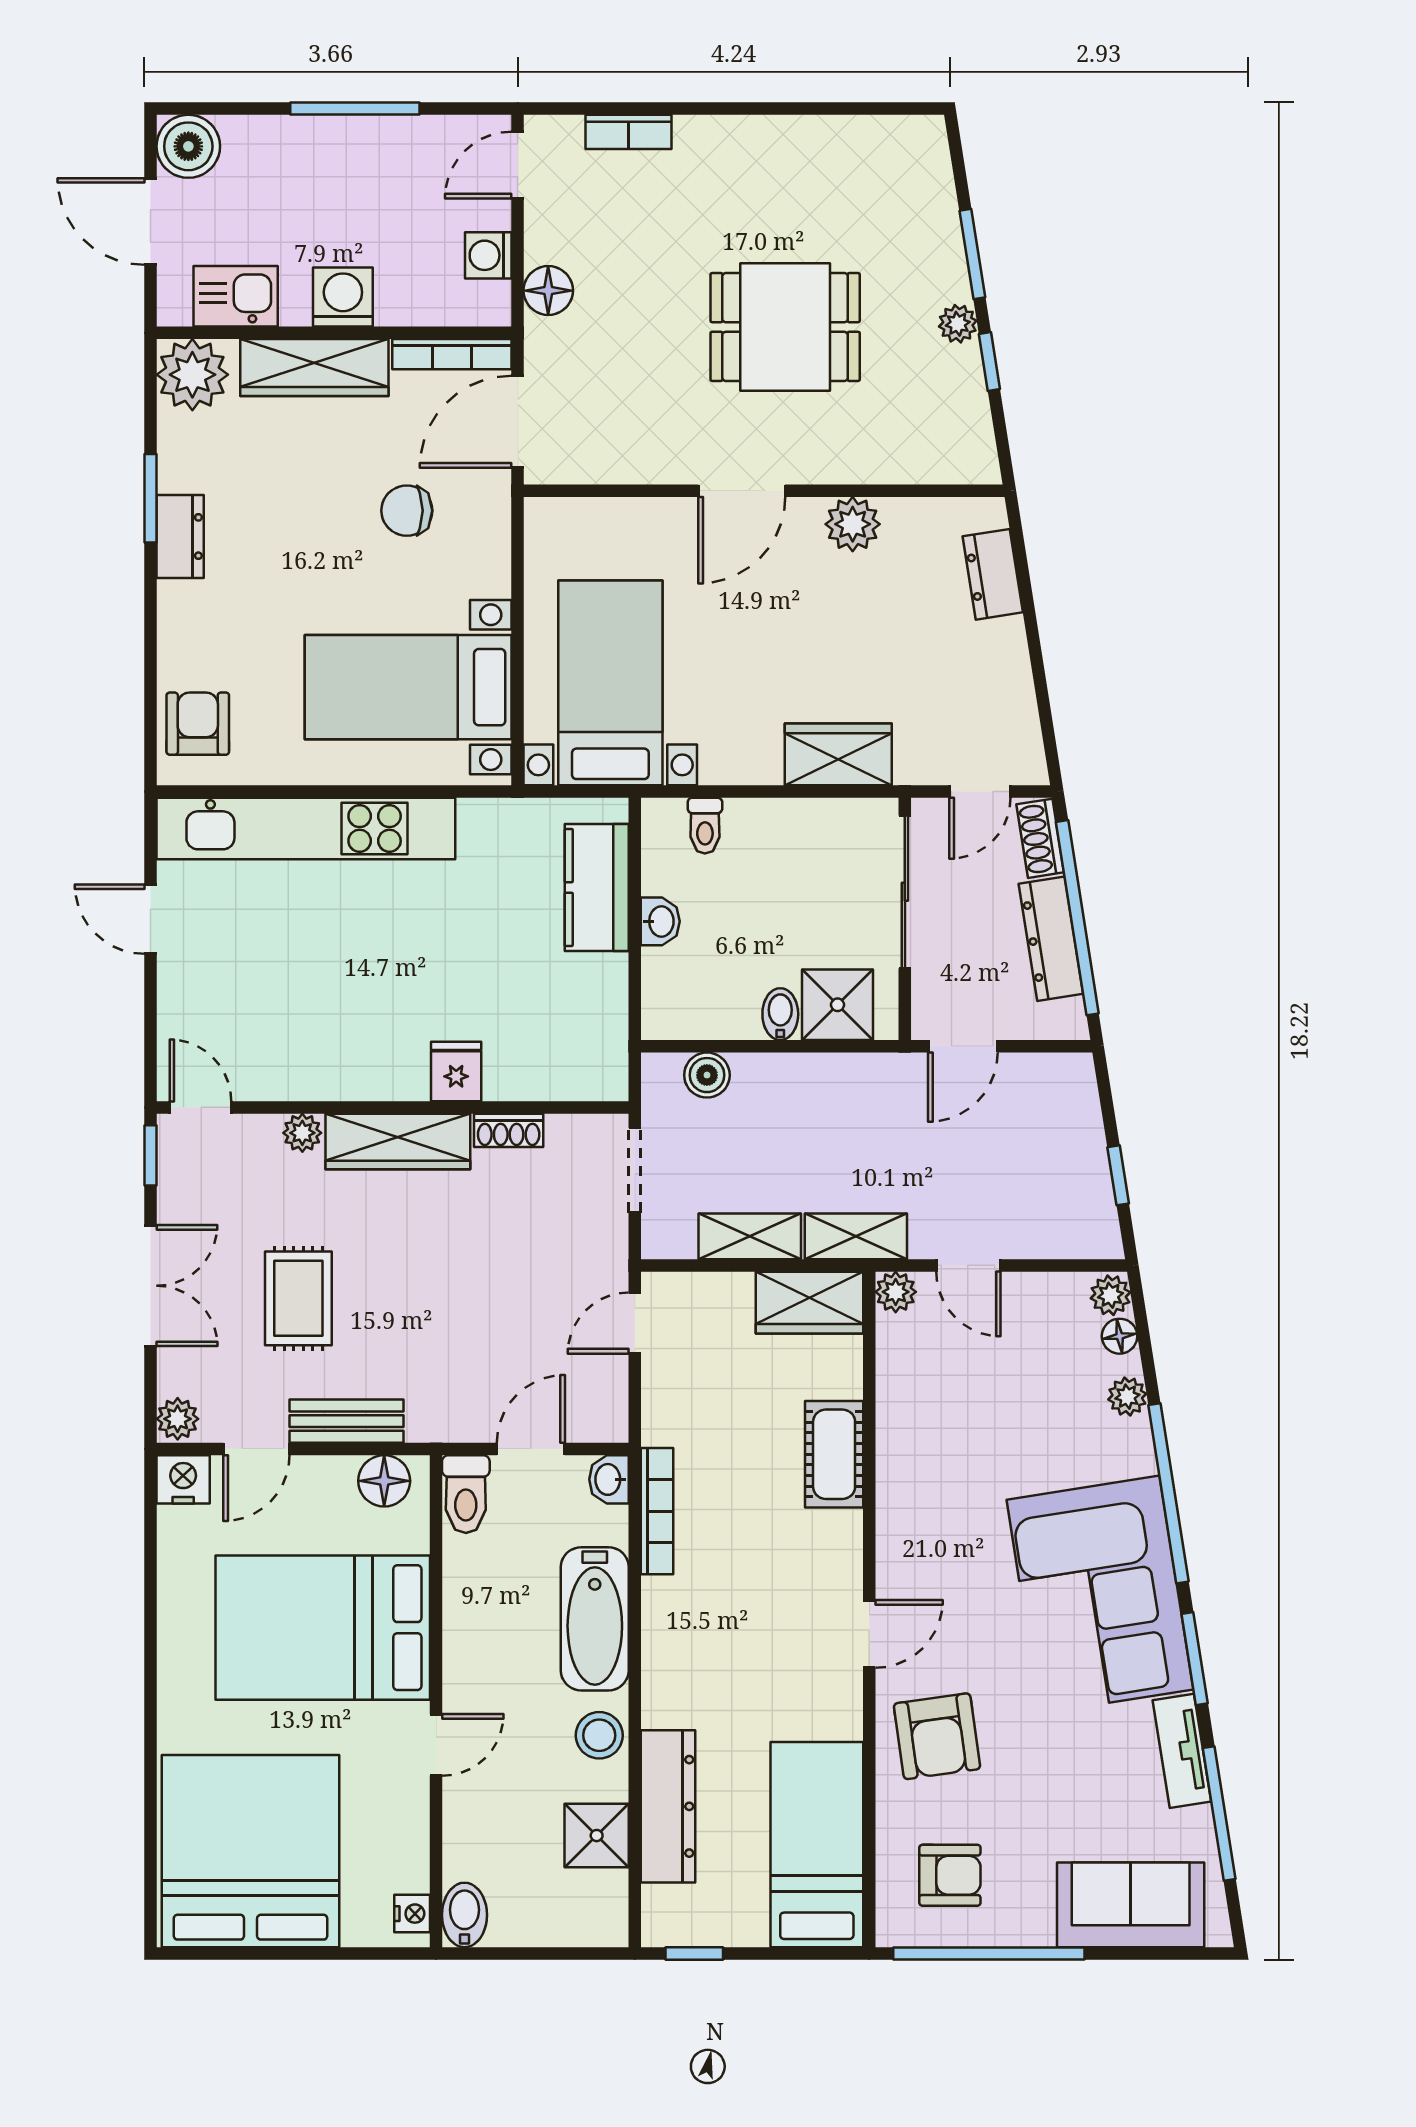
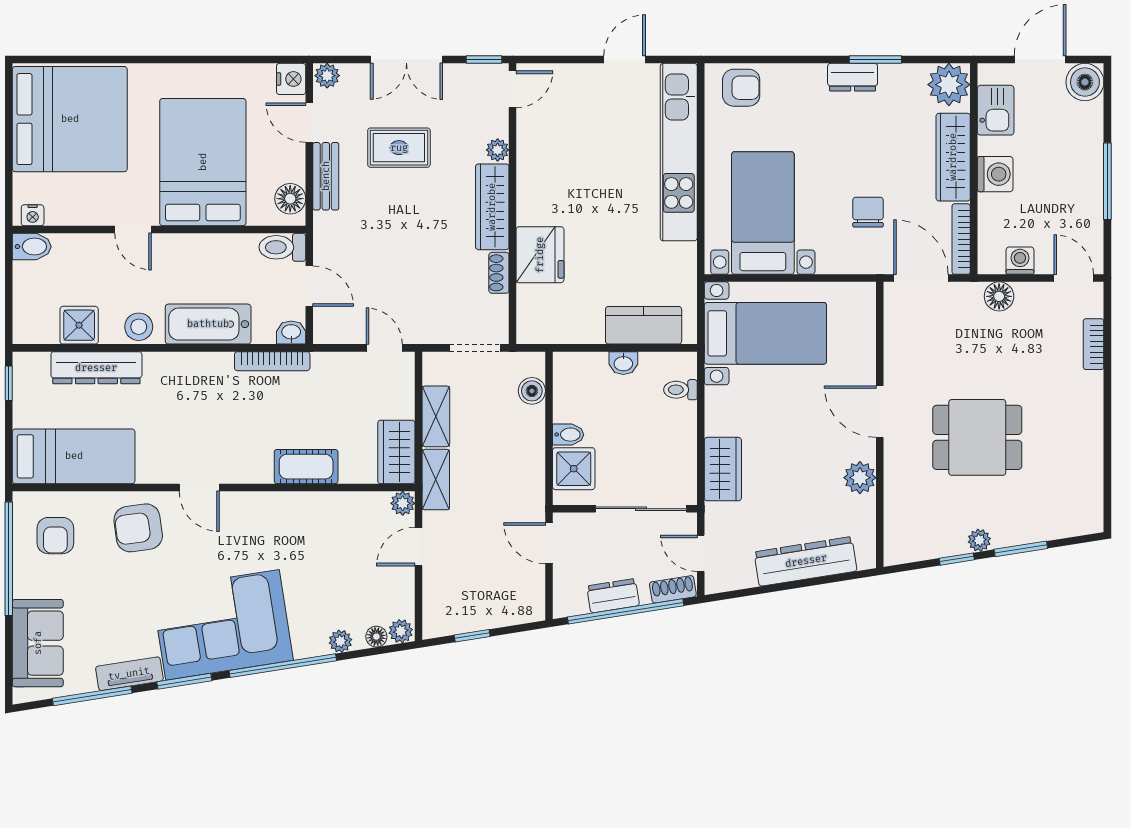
dining table: (785, 327) -> (977, 437), turned 90
dresser: (993, 574) -> (806, 561), width x1.96, depth x1.24
dresser: (1051, 939) -> (613, 596), width x0.70
fridge: (456, 1072) -> (540, 255), width x1.88, depth x1.34

